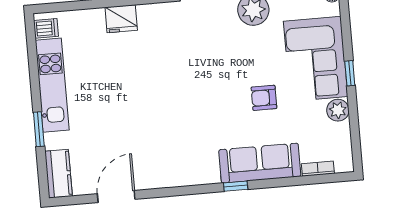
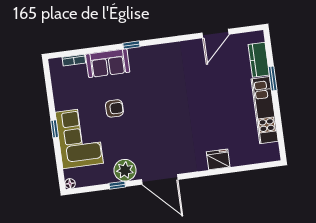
dishwasher: (46, 28) -> (271, 150), removed
plant: (338, 110) -> (62, 102), removed
sofa: (260, 163) -> (108, 63), width x0.73
kitchen counter: (58, 174) -> (259, 60), moved

